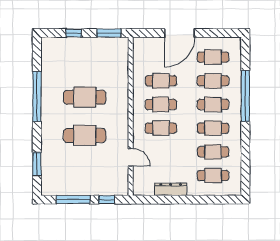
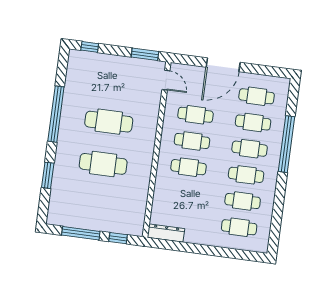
window: (74, 33) -> (90, 47), moved
door: (131, 157) -> (166, 80), moved
window: (37, 164) -> (48, 175), moved
dresser: (171, 189) -> (166, 233), moved

